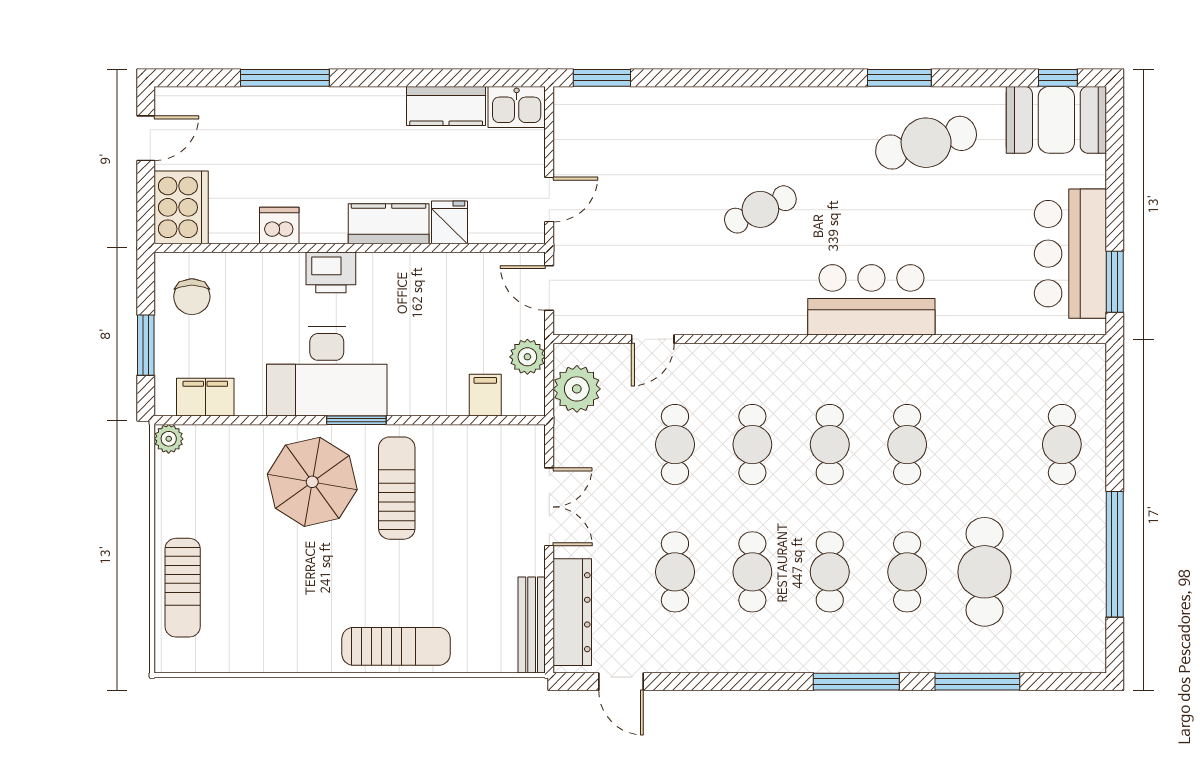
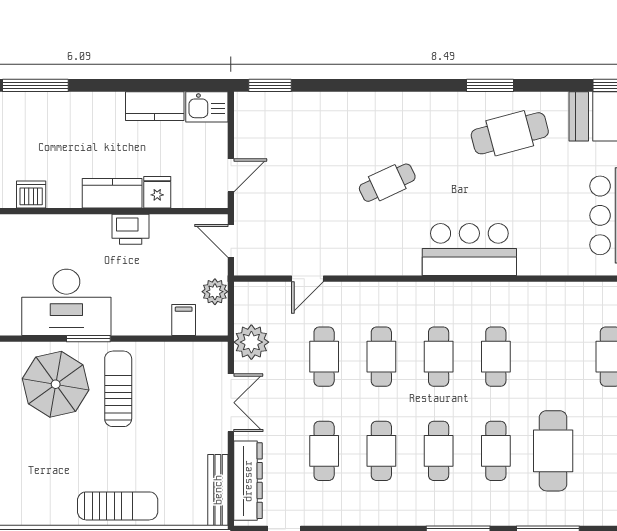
printer: (331, 272) -> (131, 229), moved
plant: (577, 389) -> (251, 342), moved

